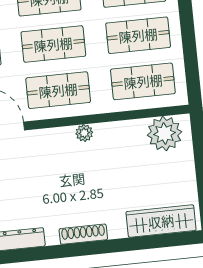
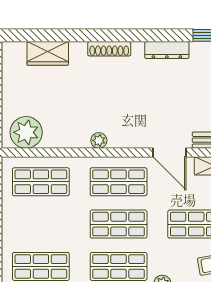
shop shelf: (138, 35) -> (41, 224), removed
wardrobe: (161, 221) -> (48, 53), width x0.67

